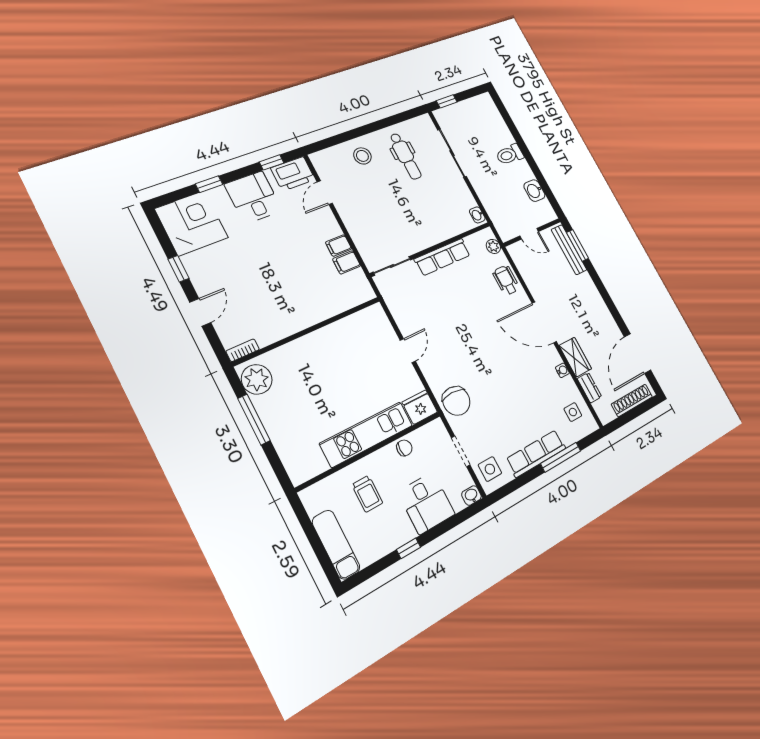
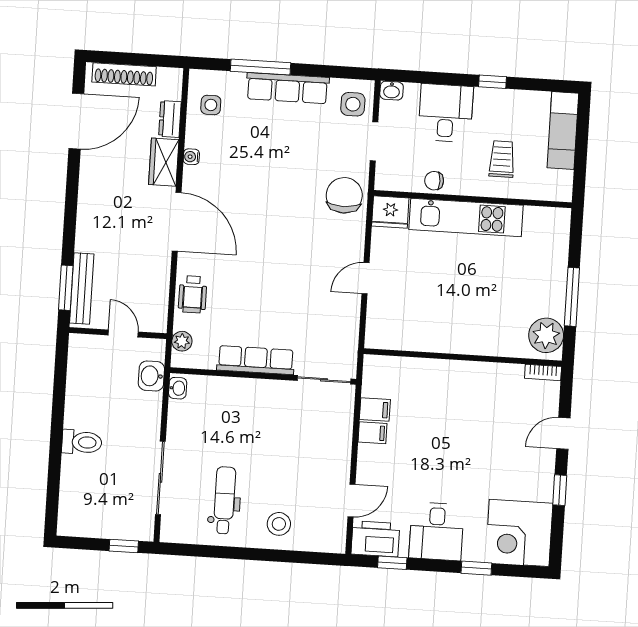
washbasin: (534, 191) -> (151, 376), moved, turned 180

